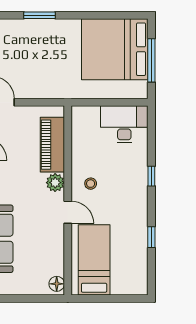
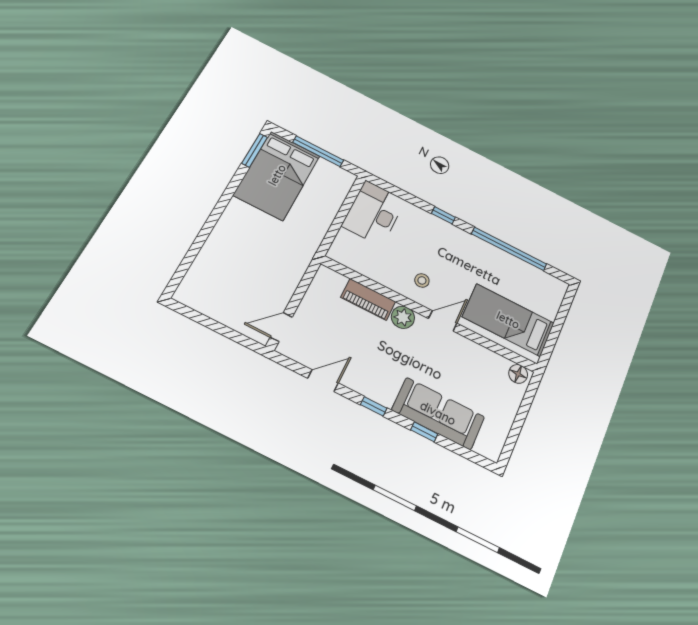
window: (39, 15) -> (255, 150), moved
bed: (115, 49) -> (277, 175), width x0.73
piano: (52, 145) -> (368, 299), width x0.73, depth x0.75
window: (151, 237) -> (509, 249), width x3.17

